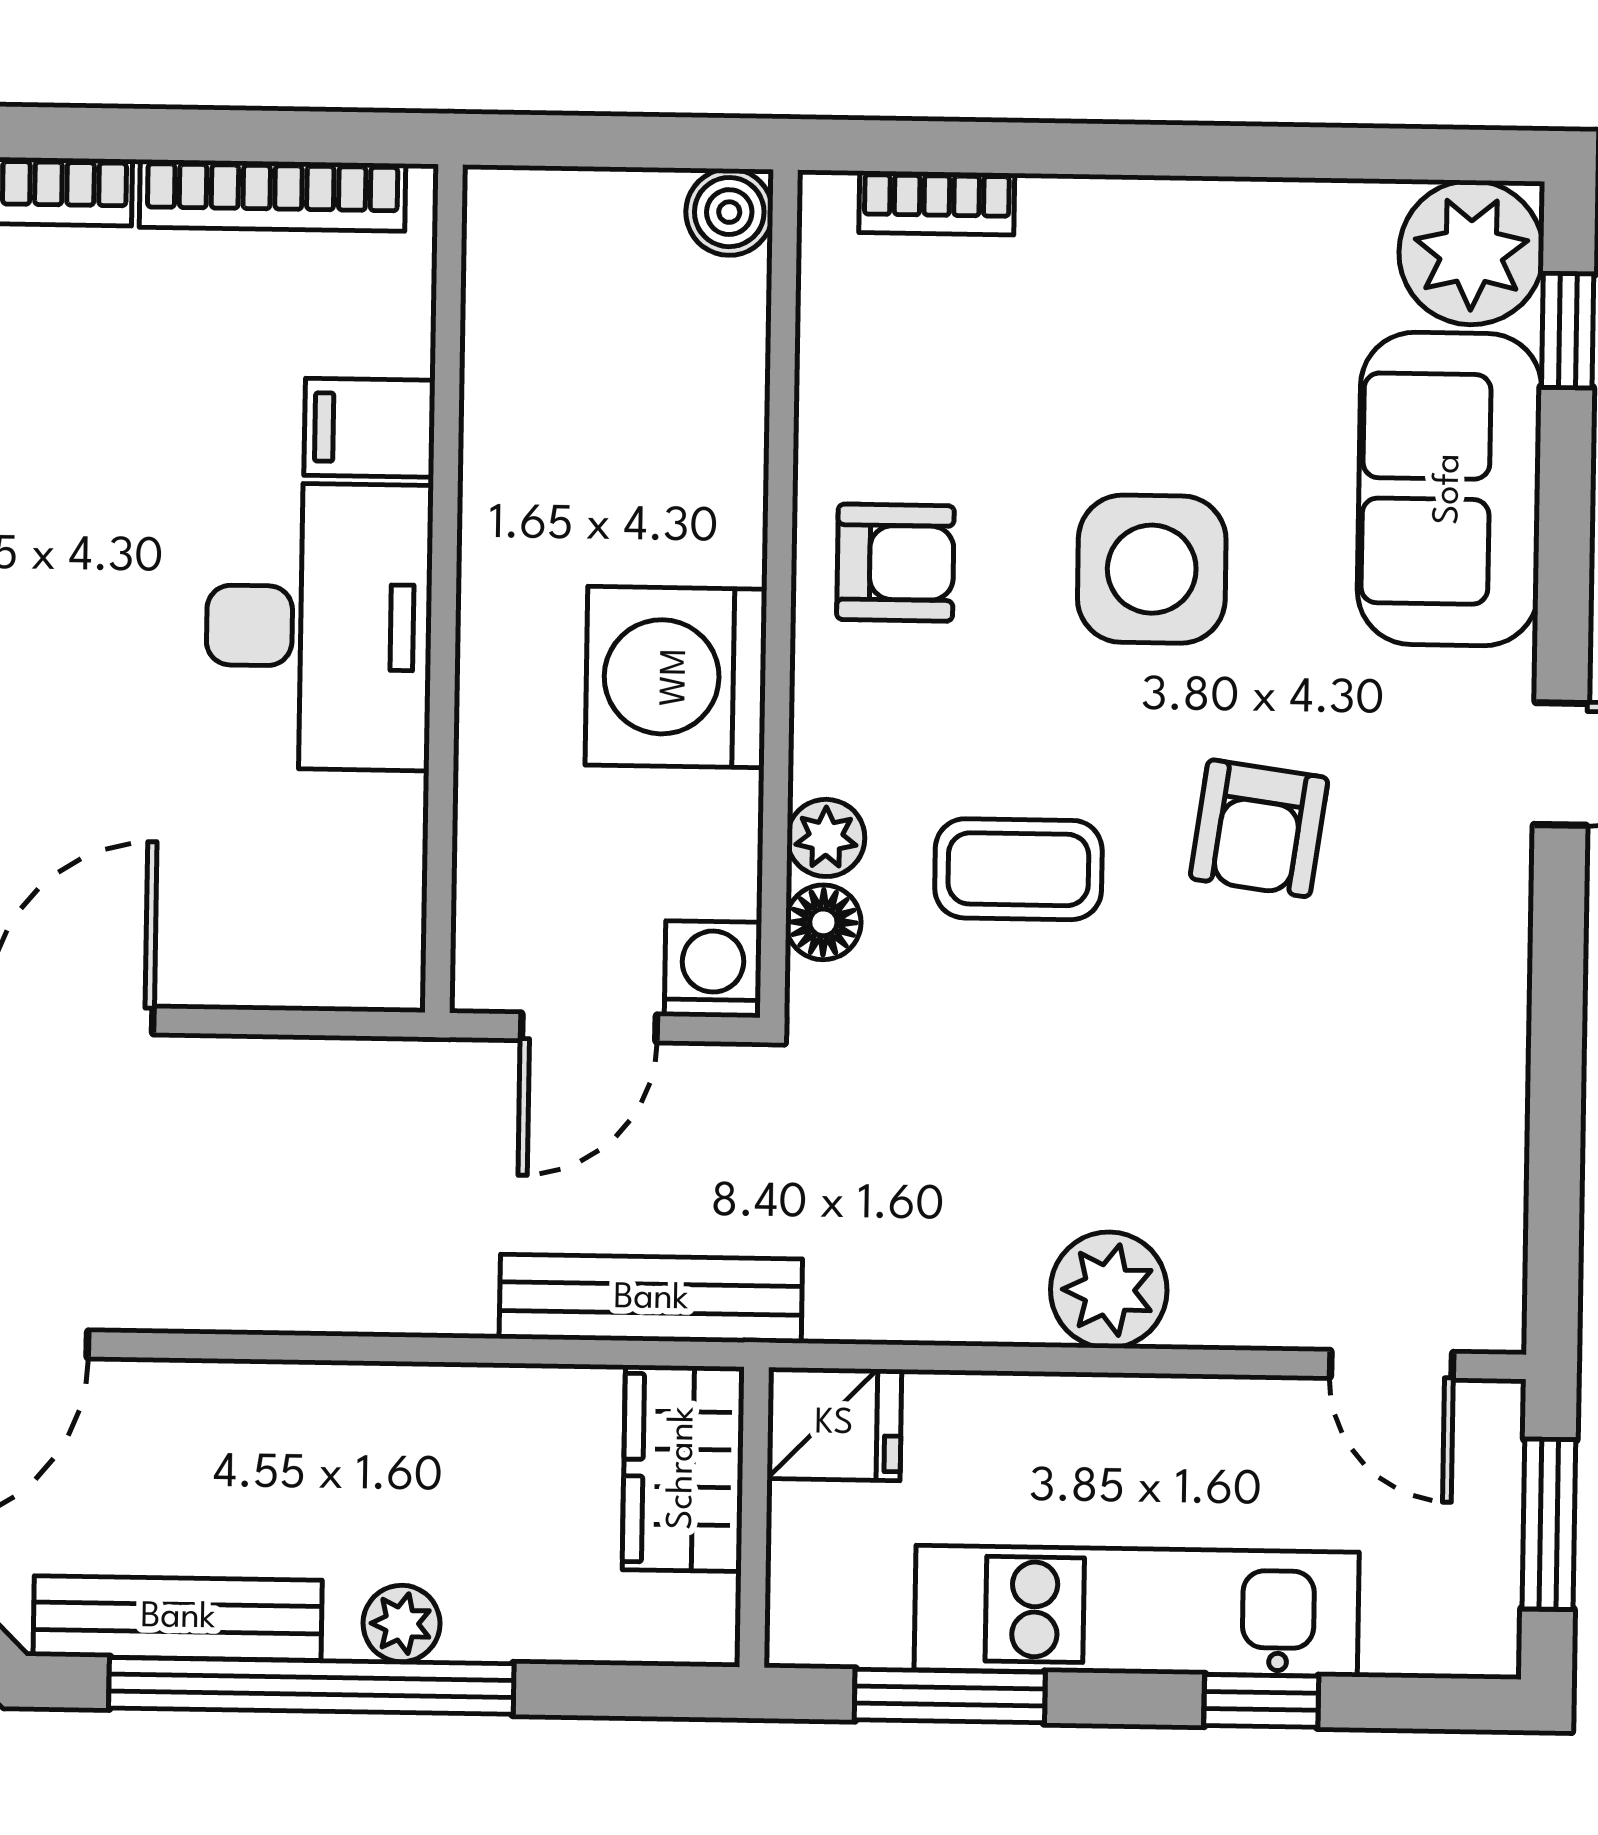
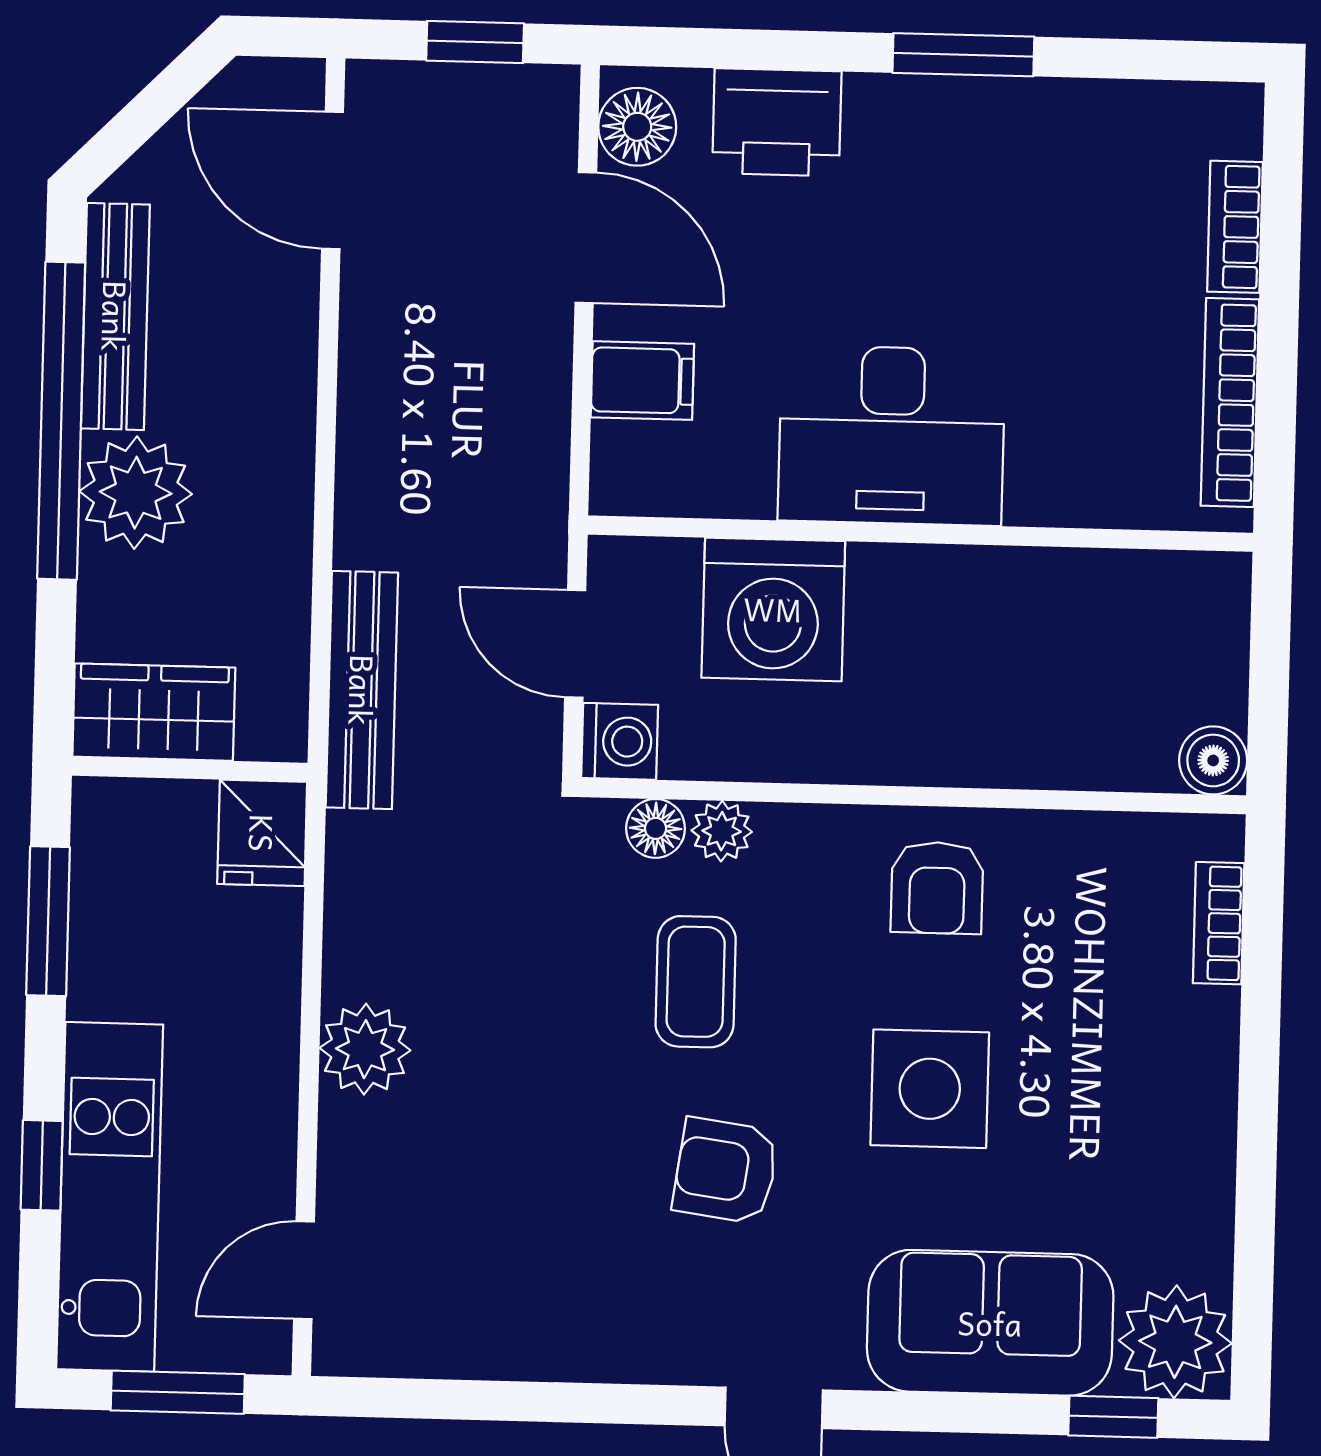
filing cabinet: (369, 428) -> (642, 381), moved, turned 90
washing machine: (676, 677) -> (773, 609), moved, turned 180
wardrobe: (683, 1468) -> (154, 712), moved
kitchen unit: (1137, 1611) -> (110, 1197), moved
plant: (402, 1624) -> (136, 493), width x1.87, depth x1.87

